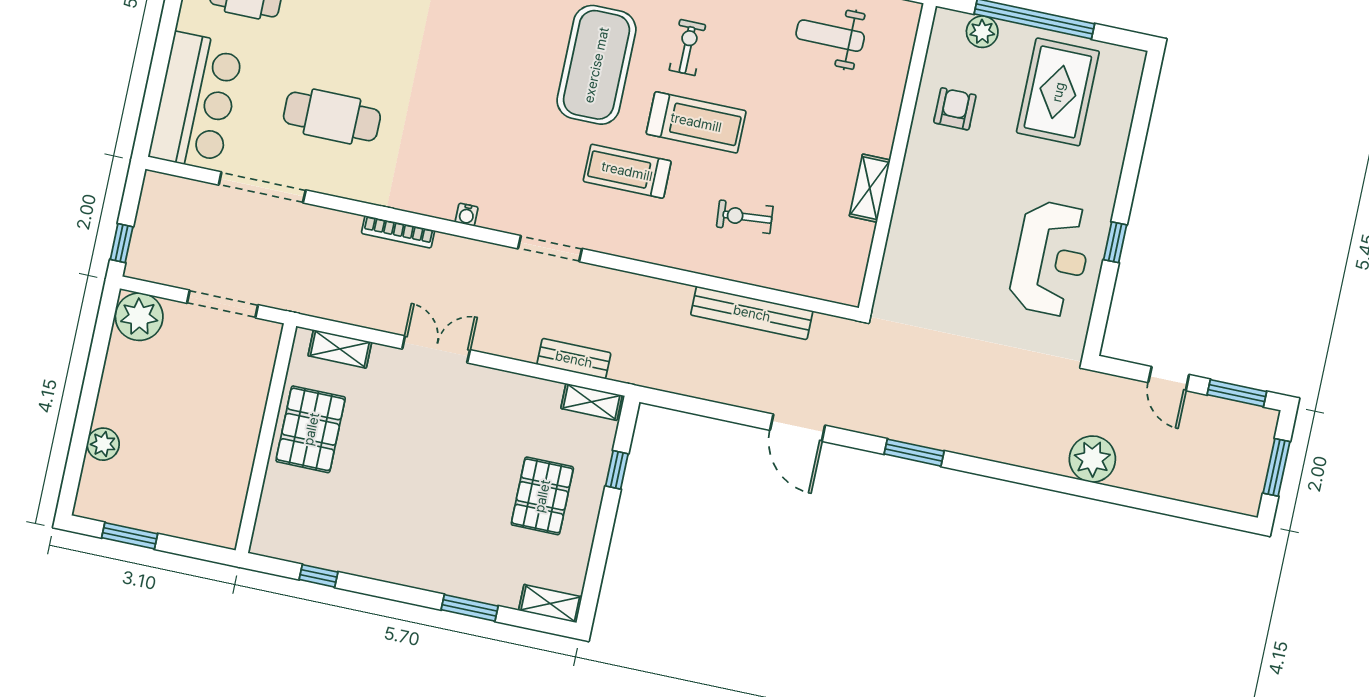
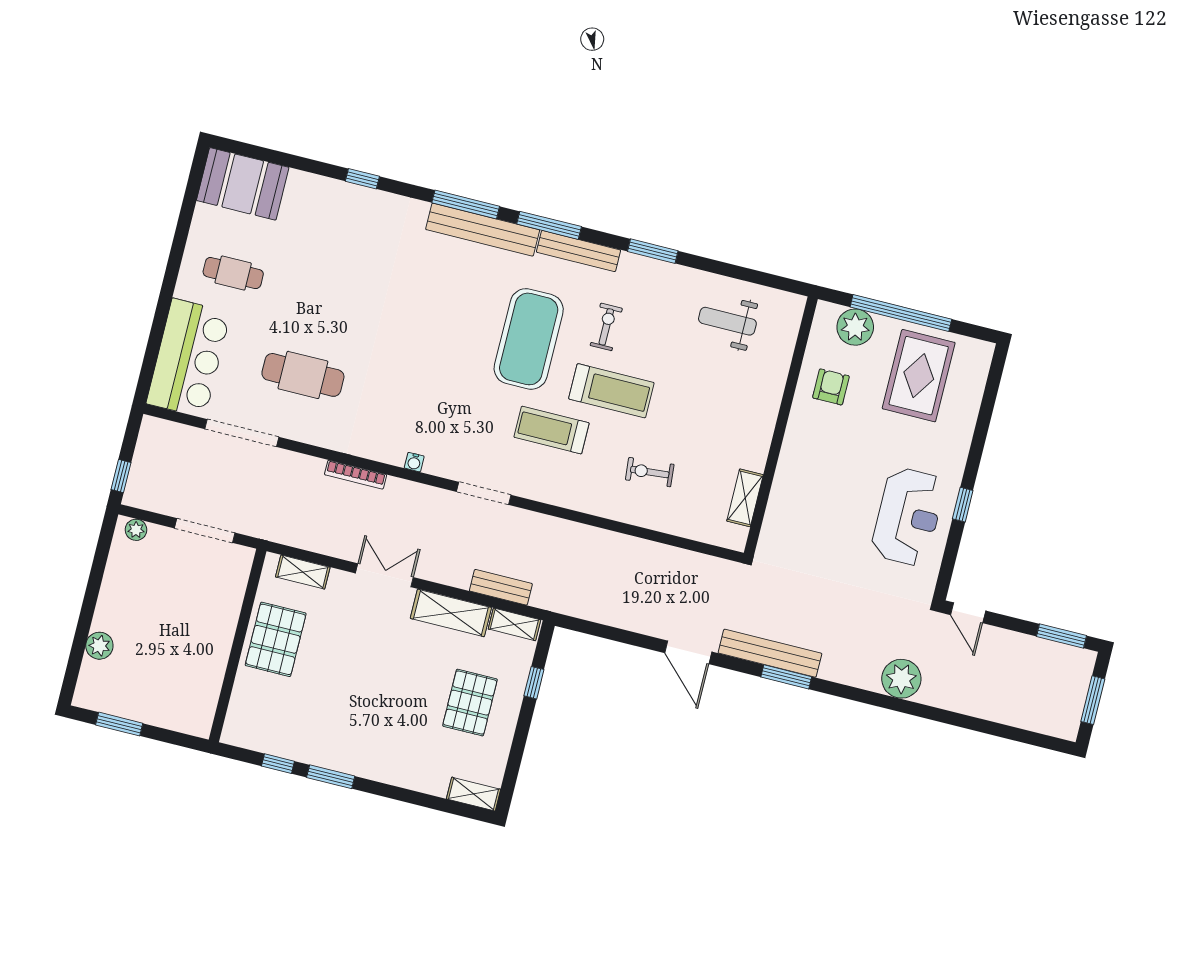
plant: (982, 32) -> (855, 327), width x1.36, depth x1.36
shelving: (870, 188) -> (745, 498), moved
bench: (752, 313) -> (770, 653), moved
plant: (139, 317) -> (136, 530), width x0.53, depth x0.53
door: (1169, 379) -> (968, 613), moved
shelving: (516, 391) -> (451, 613), added
plant: (1092, 459) -> (901, 679), moved
window: (470, 608) -> (331, 777), moved

